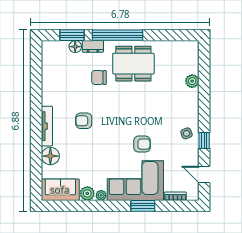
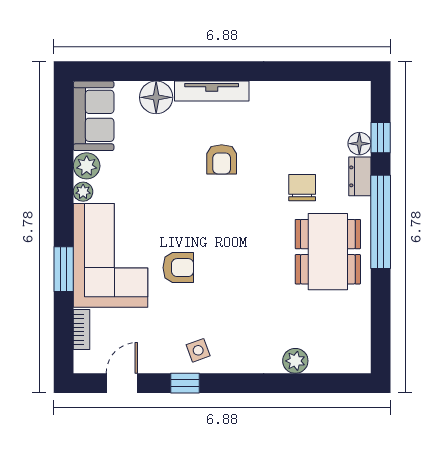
window: (72, 35) -> (381, 138), width x0.67
armchair: (84, 121) -> (222, 159), turned 180
armchair: (142, 144) -> (178, 268), turned -90

